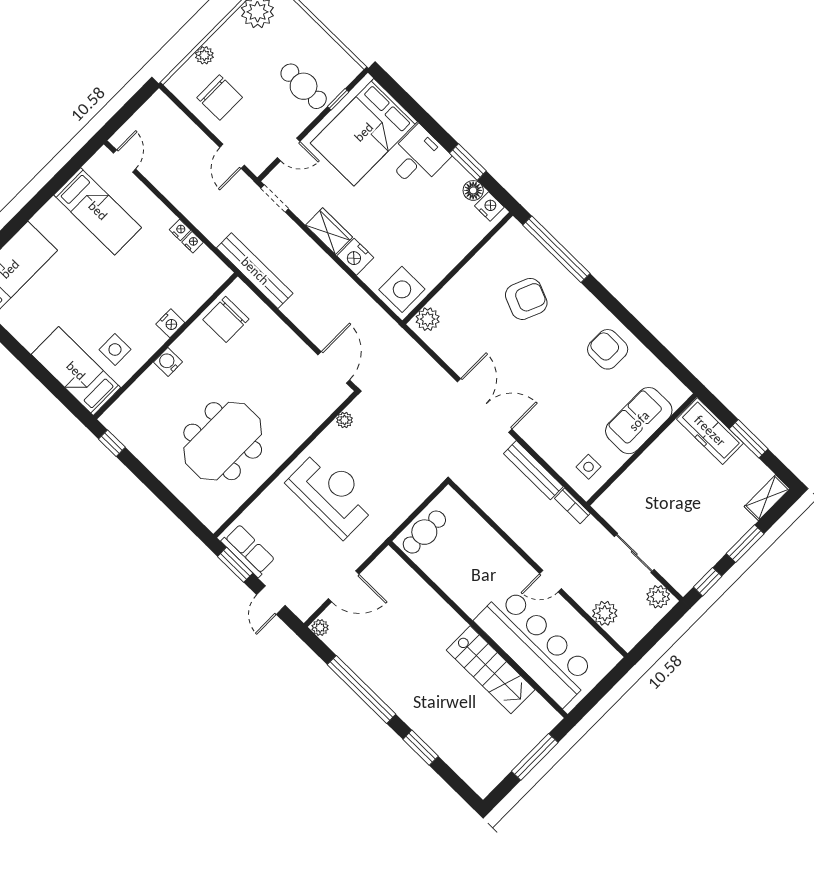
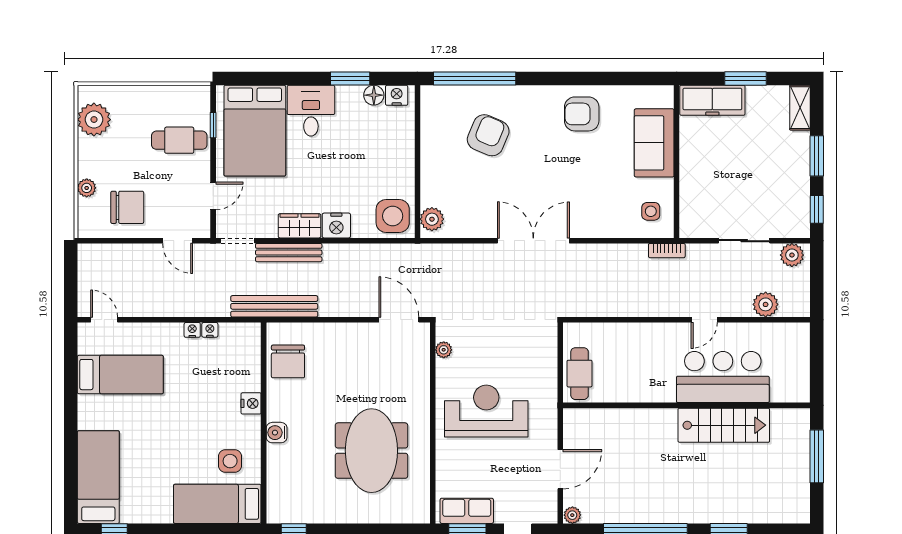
bench: (533, 470) -> (289, 253), moved
bar counter: (536, 647) -> (723, 377), width x0.73

